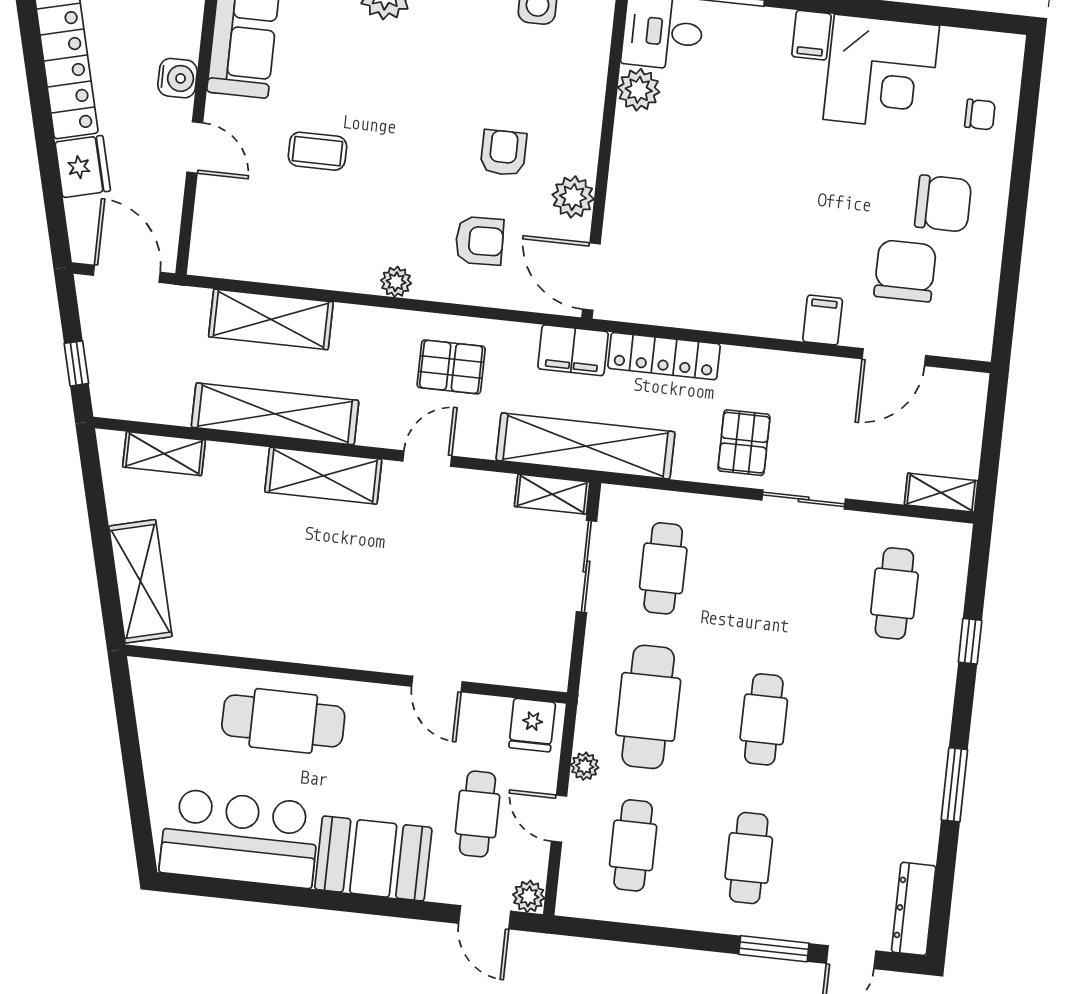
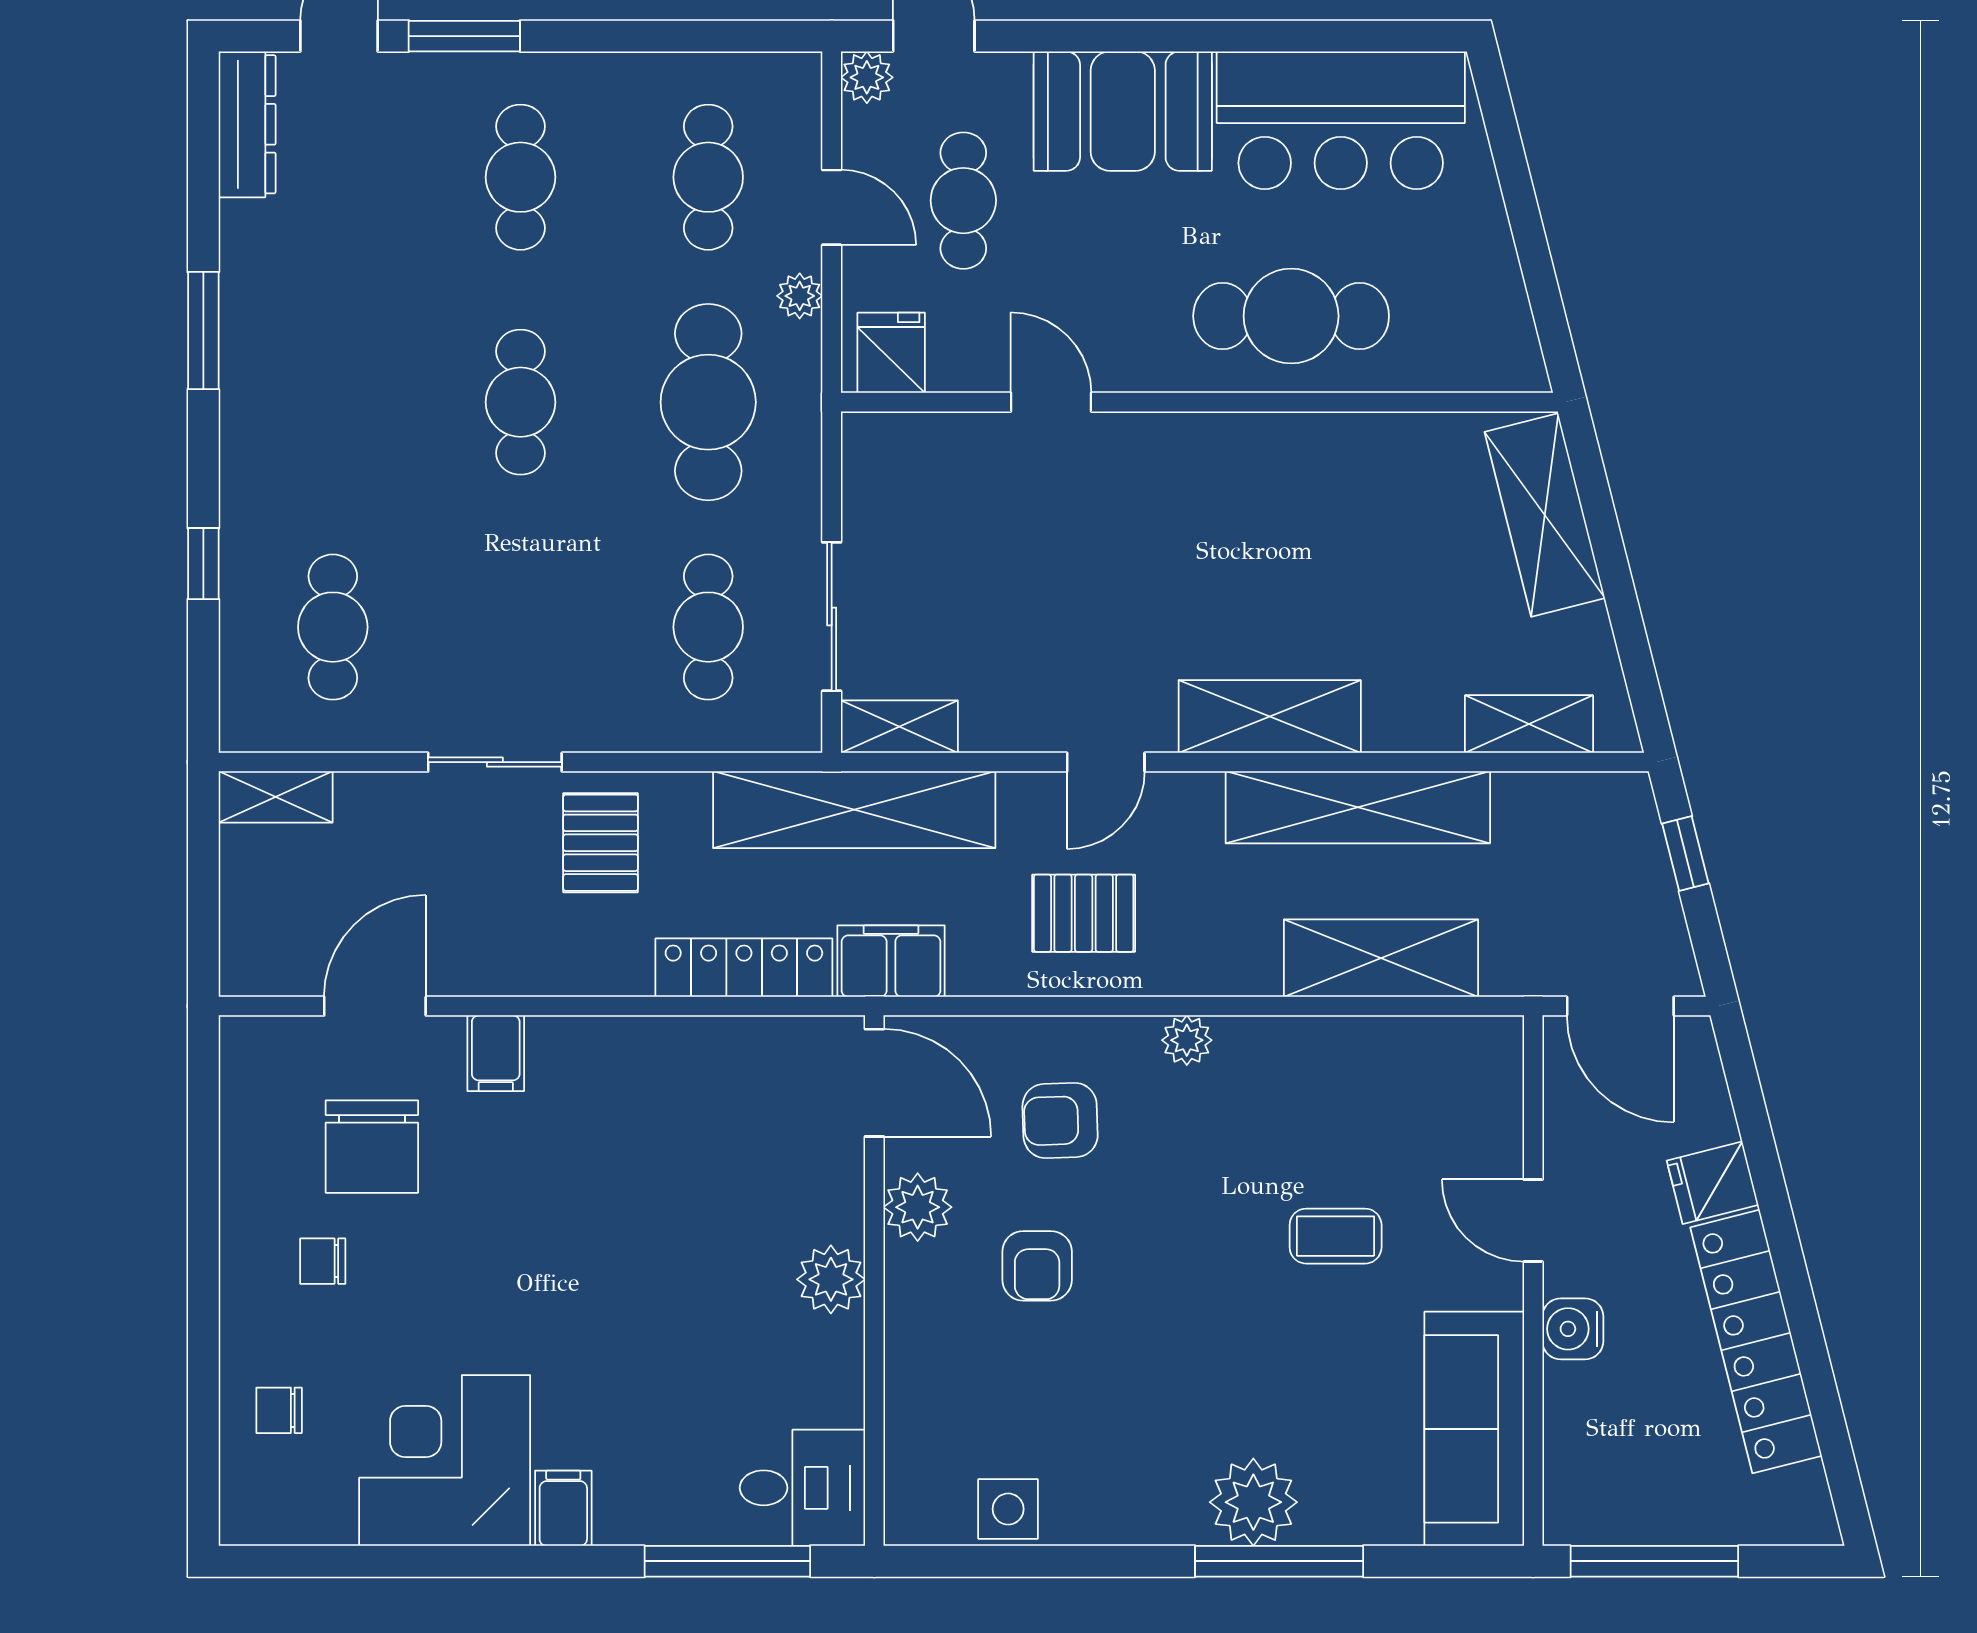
plant: (639, 90) -> (831, 1279), moved
fridge: (83, 167) -> (1713, 1183), width x0.72
chair: (943, 203) -> (323, 1261), width x0.54, depth x0.54

